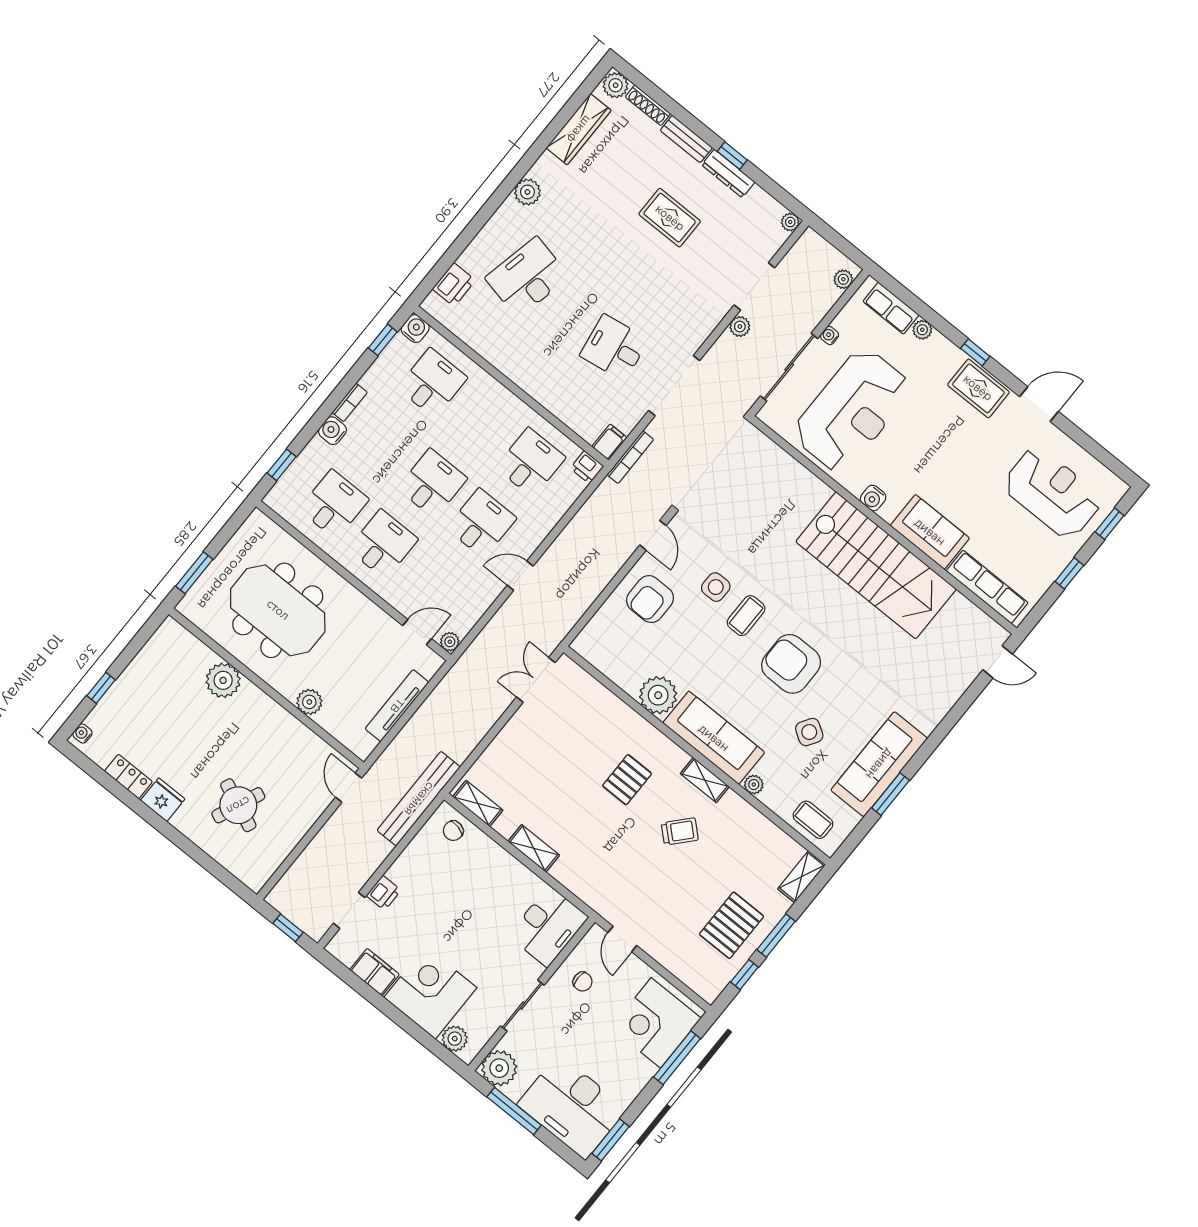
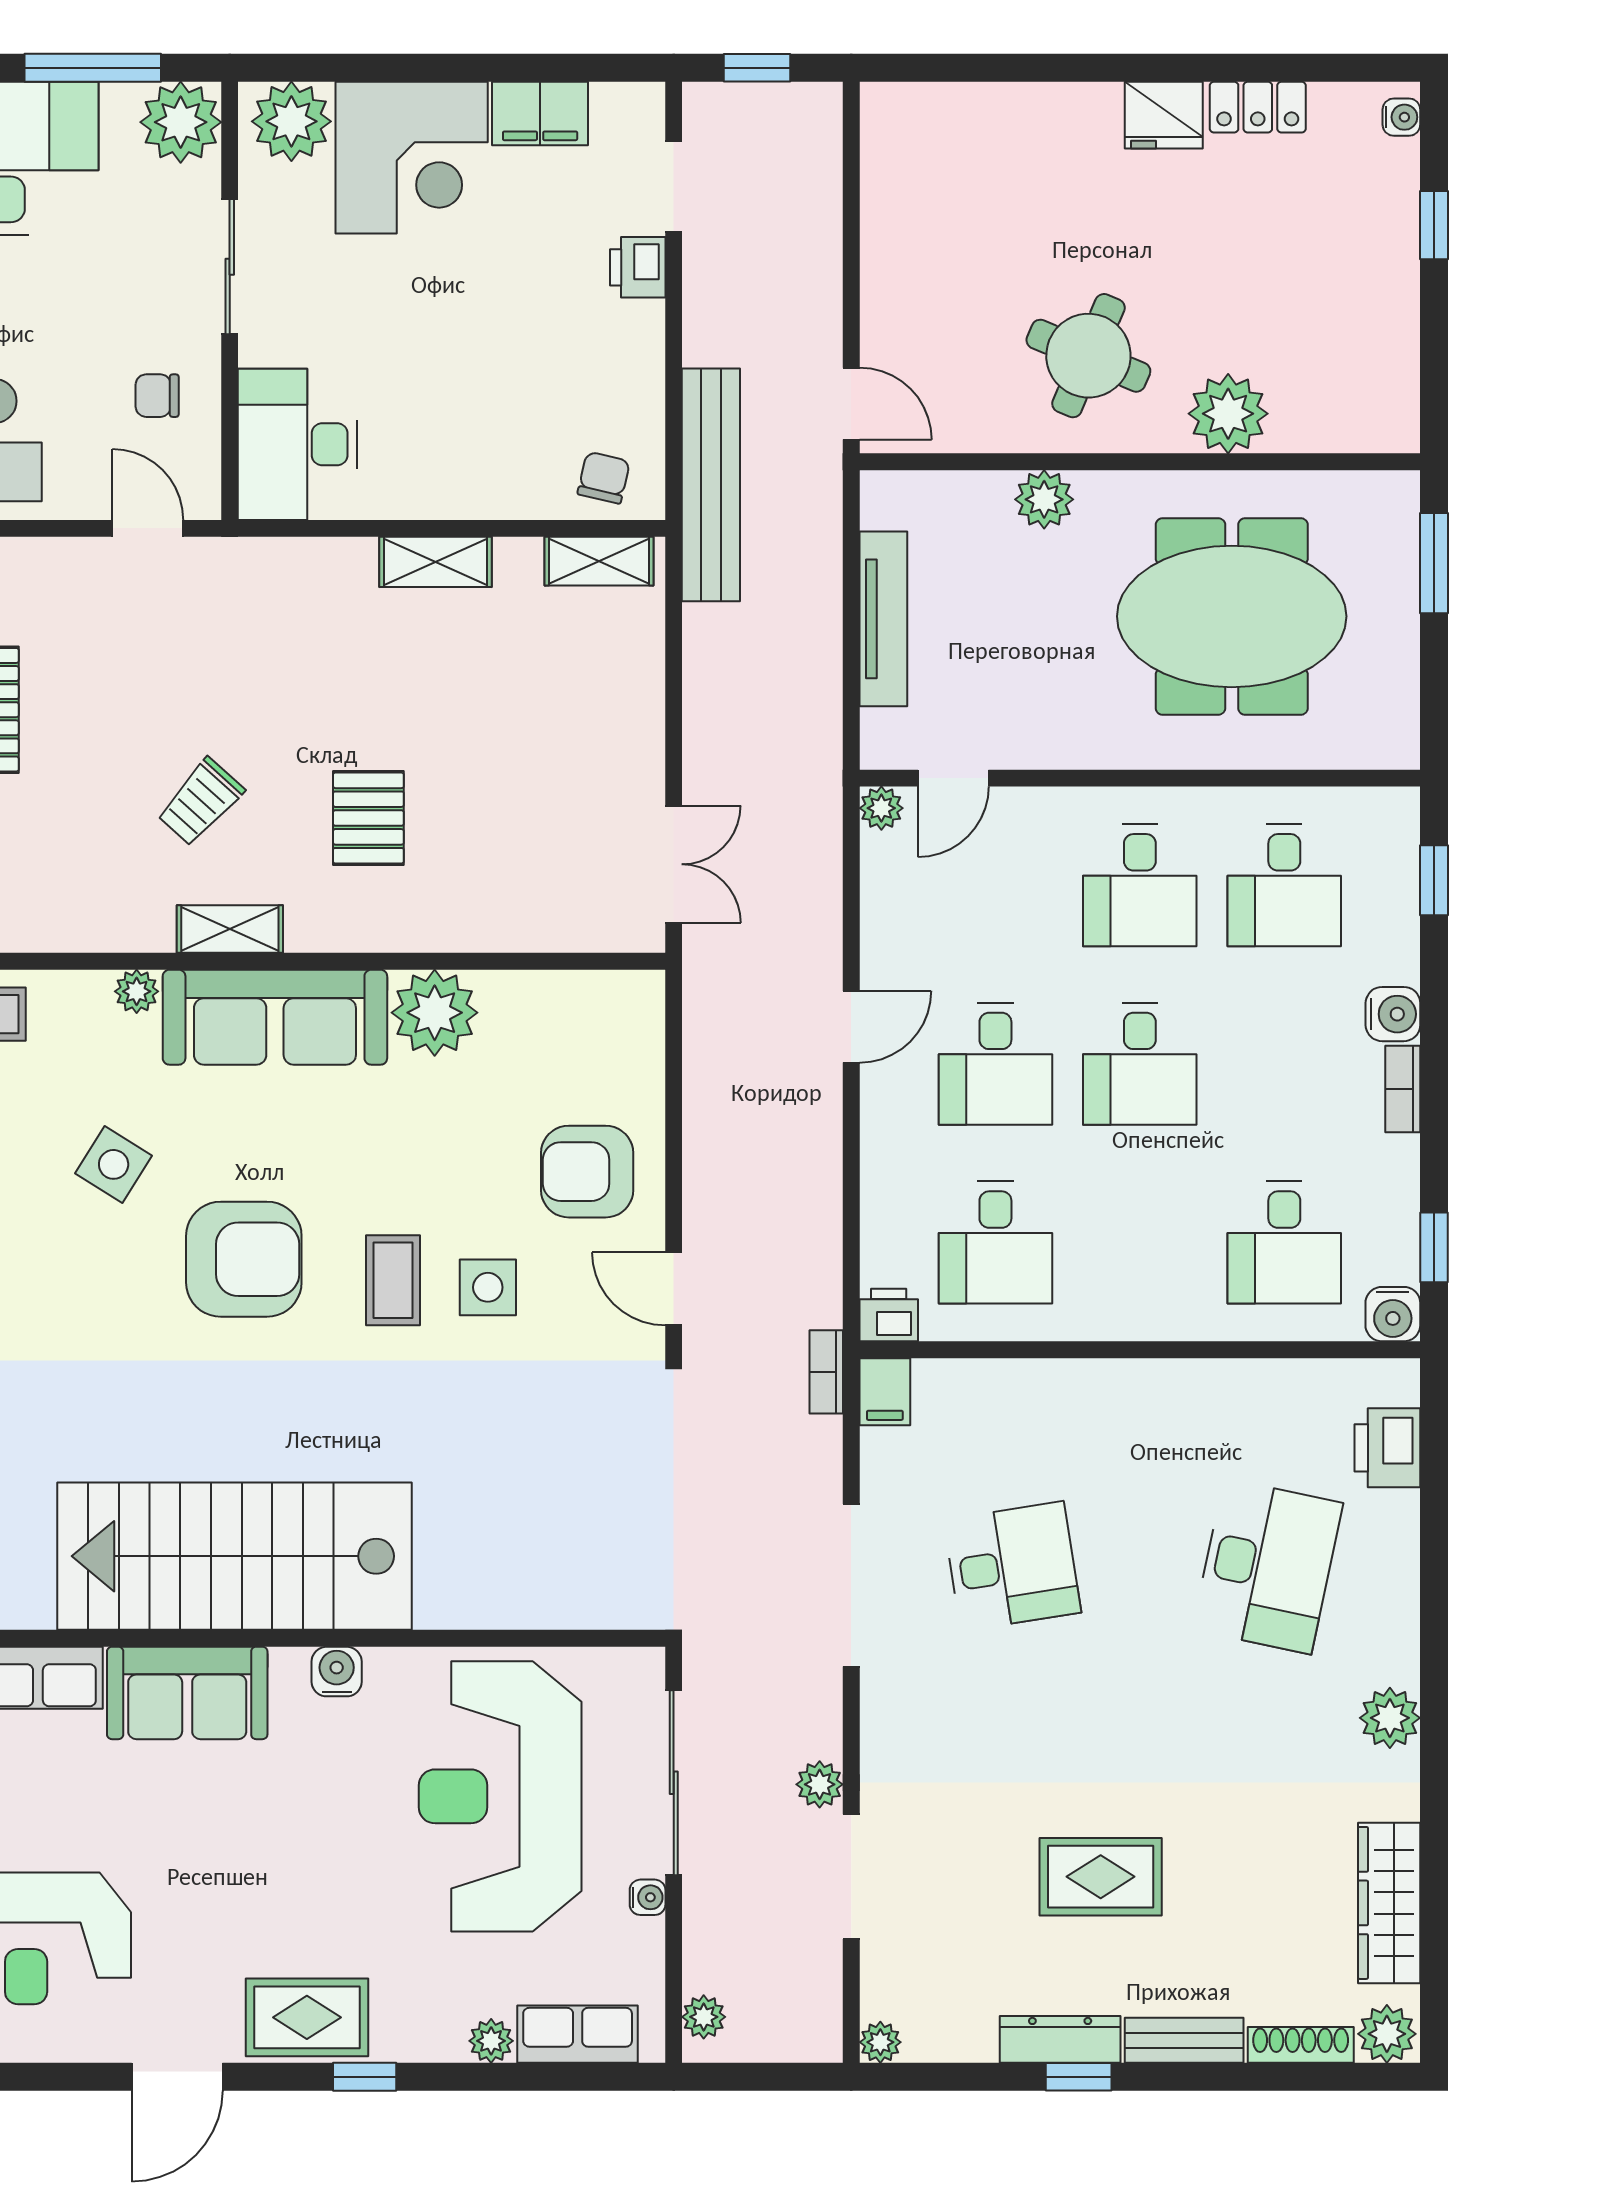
bookcase: (630, 457) -> (826, 1372), width x0.64
armchair: (650, 599) -> (587, 1172), turned -90
round table: (238, 805) -> (1088, 356), moved
plant: (455, 1039) -> (291, 121), width x1.36, depth x1.36

